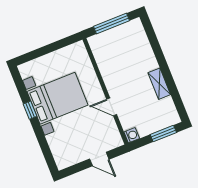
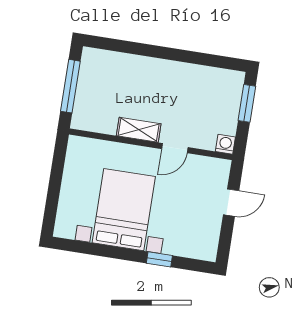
shelving: (159, 84) -> (139, 130), moved
window: (30, 110) -> (159, 259), moved

